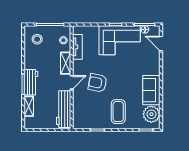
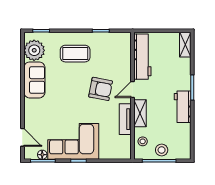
stool: (37, 39) -> (162, 150), moved
tv unit: (77, 47) -> (125, 119), moved
workbench: (31, 82) -> (183, 107), moved
shelving: (29, 106) -> (185, 45), moved
coffee table: (118, 112) -> (75, 54), turned 90

